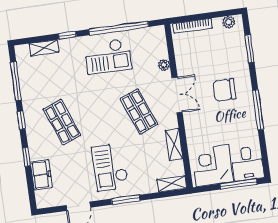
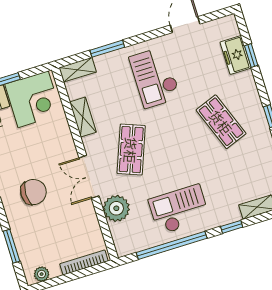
plant: (164, 65) -> (116, 208), width x1.88, depth x1.88
shop shelf: (139, 112) -> (131, 150), turned 42
window: (26, 157) -> (251, 55), moved
checkout: (110, 167) -> (155, 77), turned 180
window: (126, 200) -> (107, 49), moved

